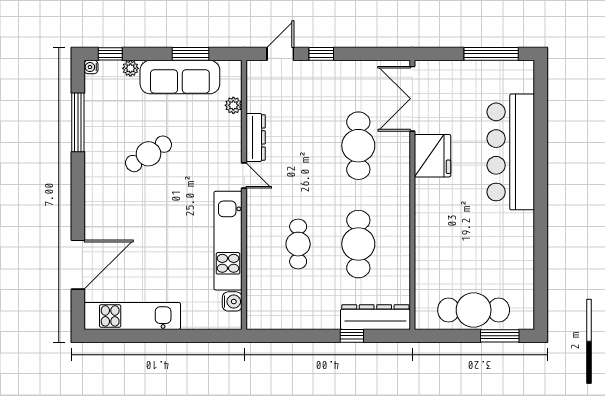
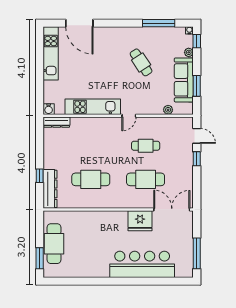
dresser: (256, 137) -> (57, 122), moved
cafe table: (298, 244) -> (146, 146), moved
water cooler: (232, 301) -> (49, 109), moved

